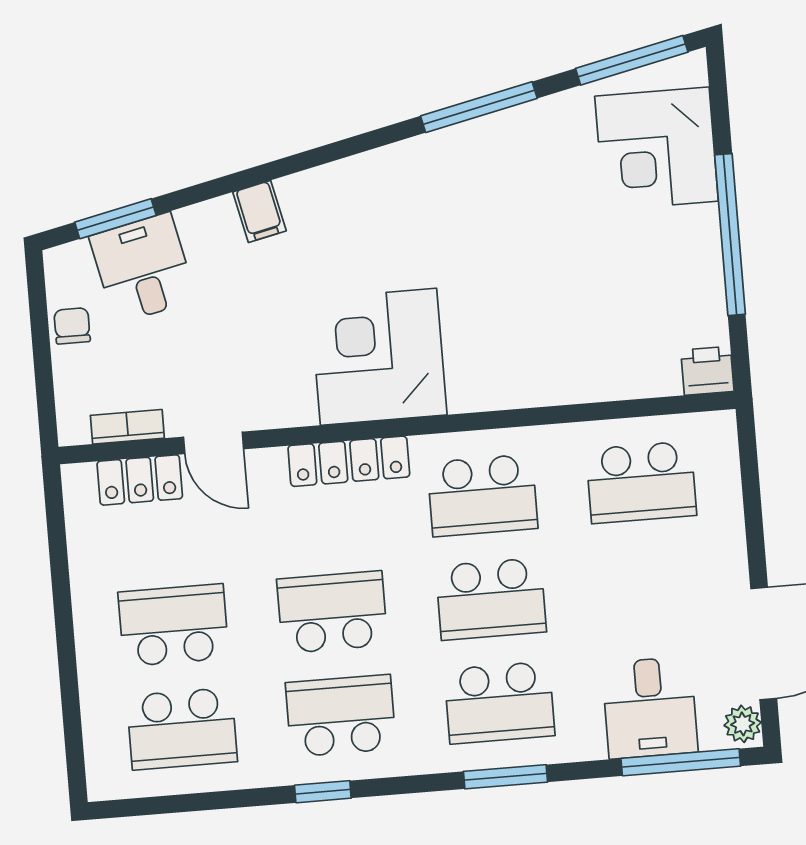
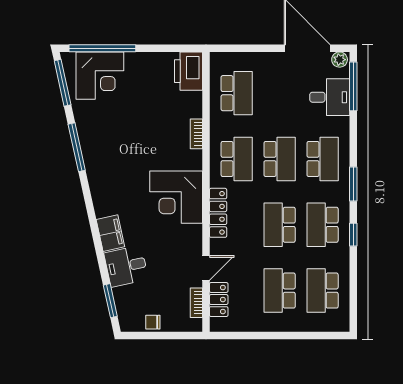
filing cabinet: (260, 211) -> (110, 233), width x2.00
window: (730, 235) -> (102, 48), moved
desk: (143, 268) -> (126, 266), moved
printer: (707, 371) -> (188, 71), width x1.87, depth x1.48
bookcase: (535, 393) -> (196, 134), added
school desk: (182, 729) -> (323, 291), turned 180
window: (505, 777) -> (353, 184), moved

